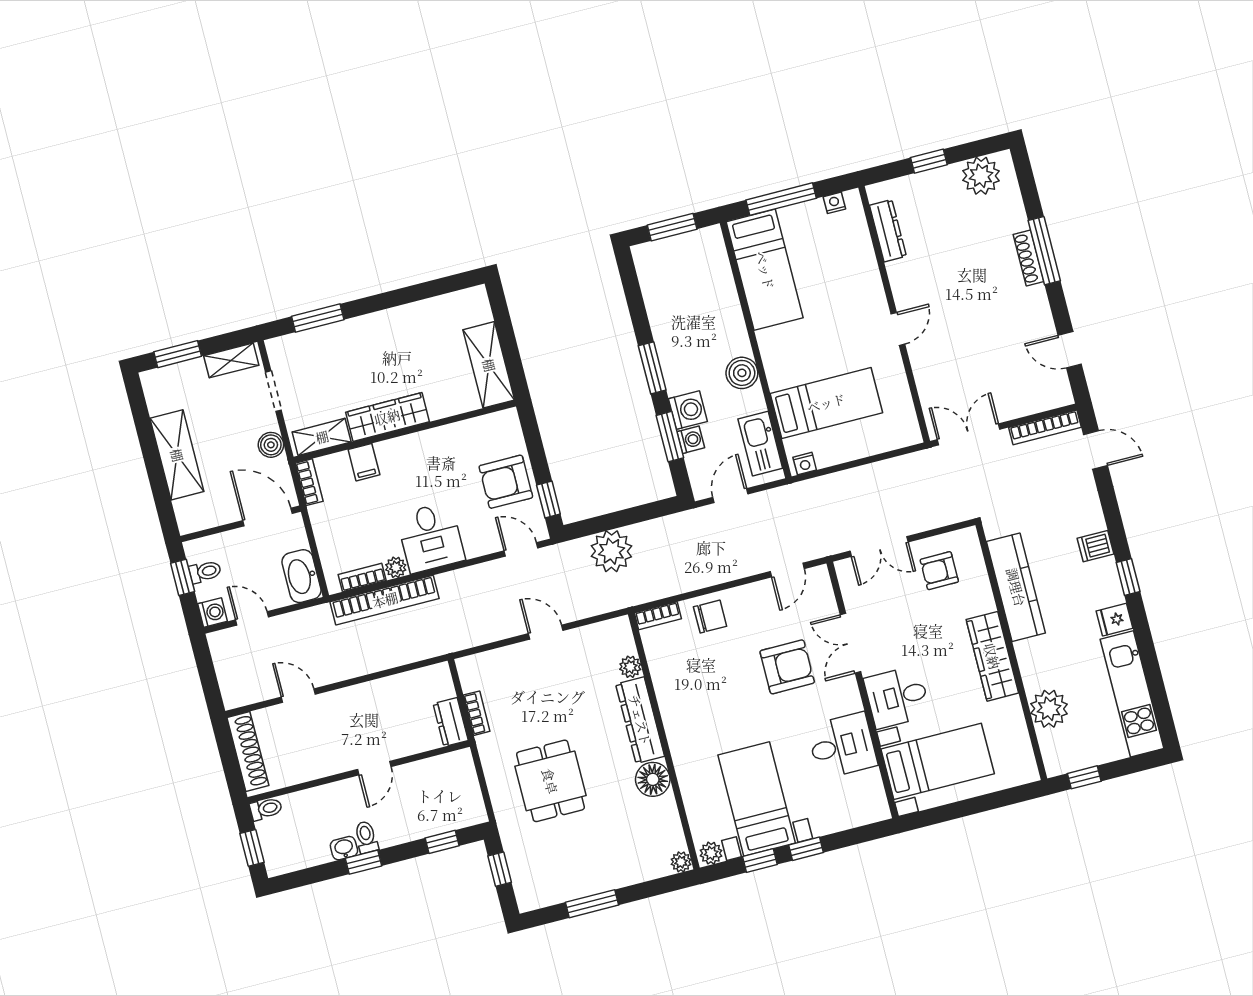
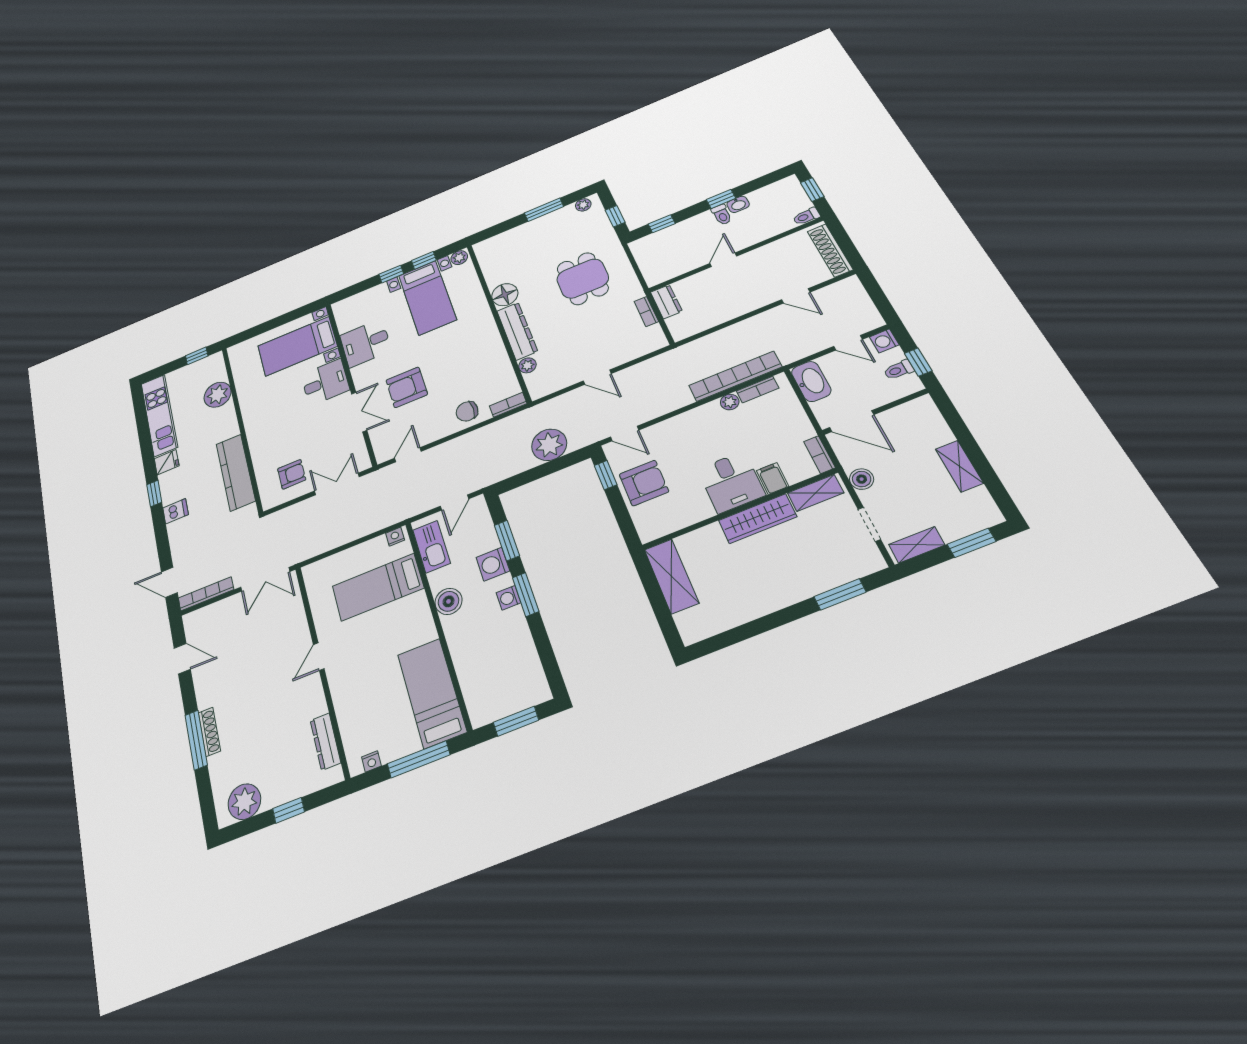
washing machine: (691, 440) -> (509, 598), moved
shelving: (177, 455) -> (959, 466), width x0.67, depth x0.75
desk: (431, 537) -> (731, 482), moved, turned 180
wardrobe: (992, 656) -> (255, 422), removed
plant: (681, 862) -> (583, 205), moved

